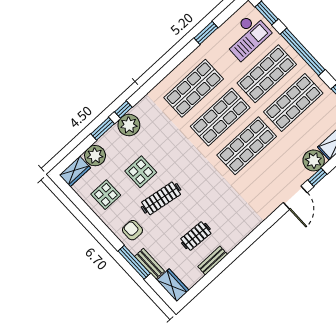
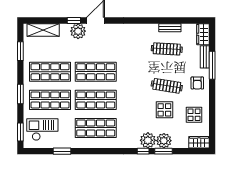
window: (303, 52) -> (20, 94), width x0.47
plant: (95, 156) -> (164, 141), moved
plant: (314, 160) -> (78, 31), moved
clothes rail: (196, 236) -> (167, 49), width x1.36

